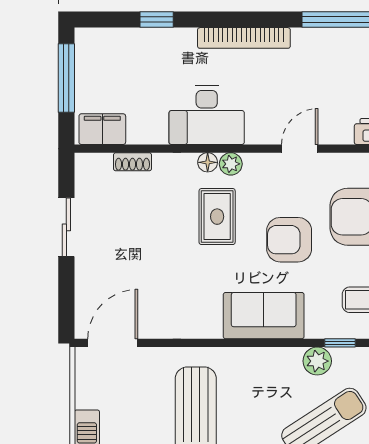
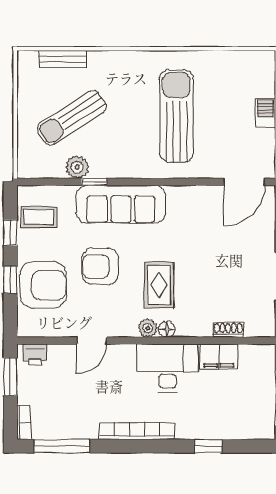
filing cabinet: (102, 129) -> (219, 357), moved
armchair: (289, 240) -> (100, 266), turned 180
sofa: (264, 316) -> (121, 204), width x1.36
window: (340, 343) -> (94, 182), moved

